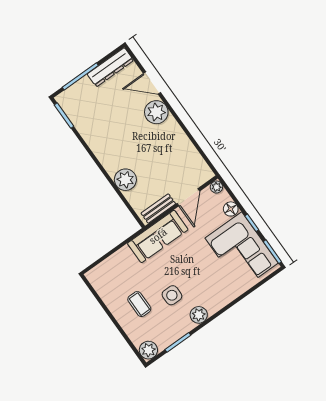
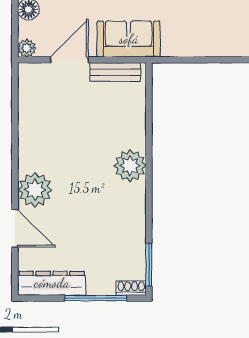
shoe rack: (65, 96) -> (131, 288), added
plant: (125, 180) -> (130, 166), moved
sofa: (158, 236) -> (129, 39), width x0.73

